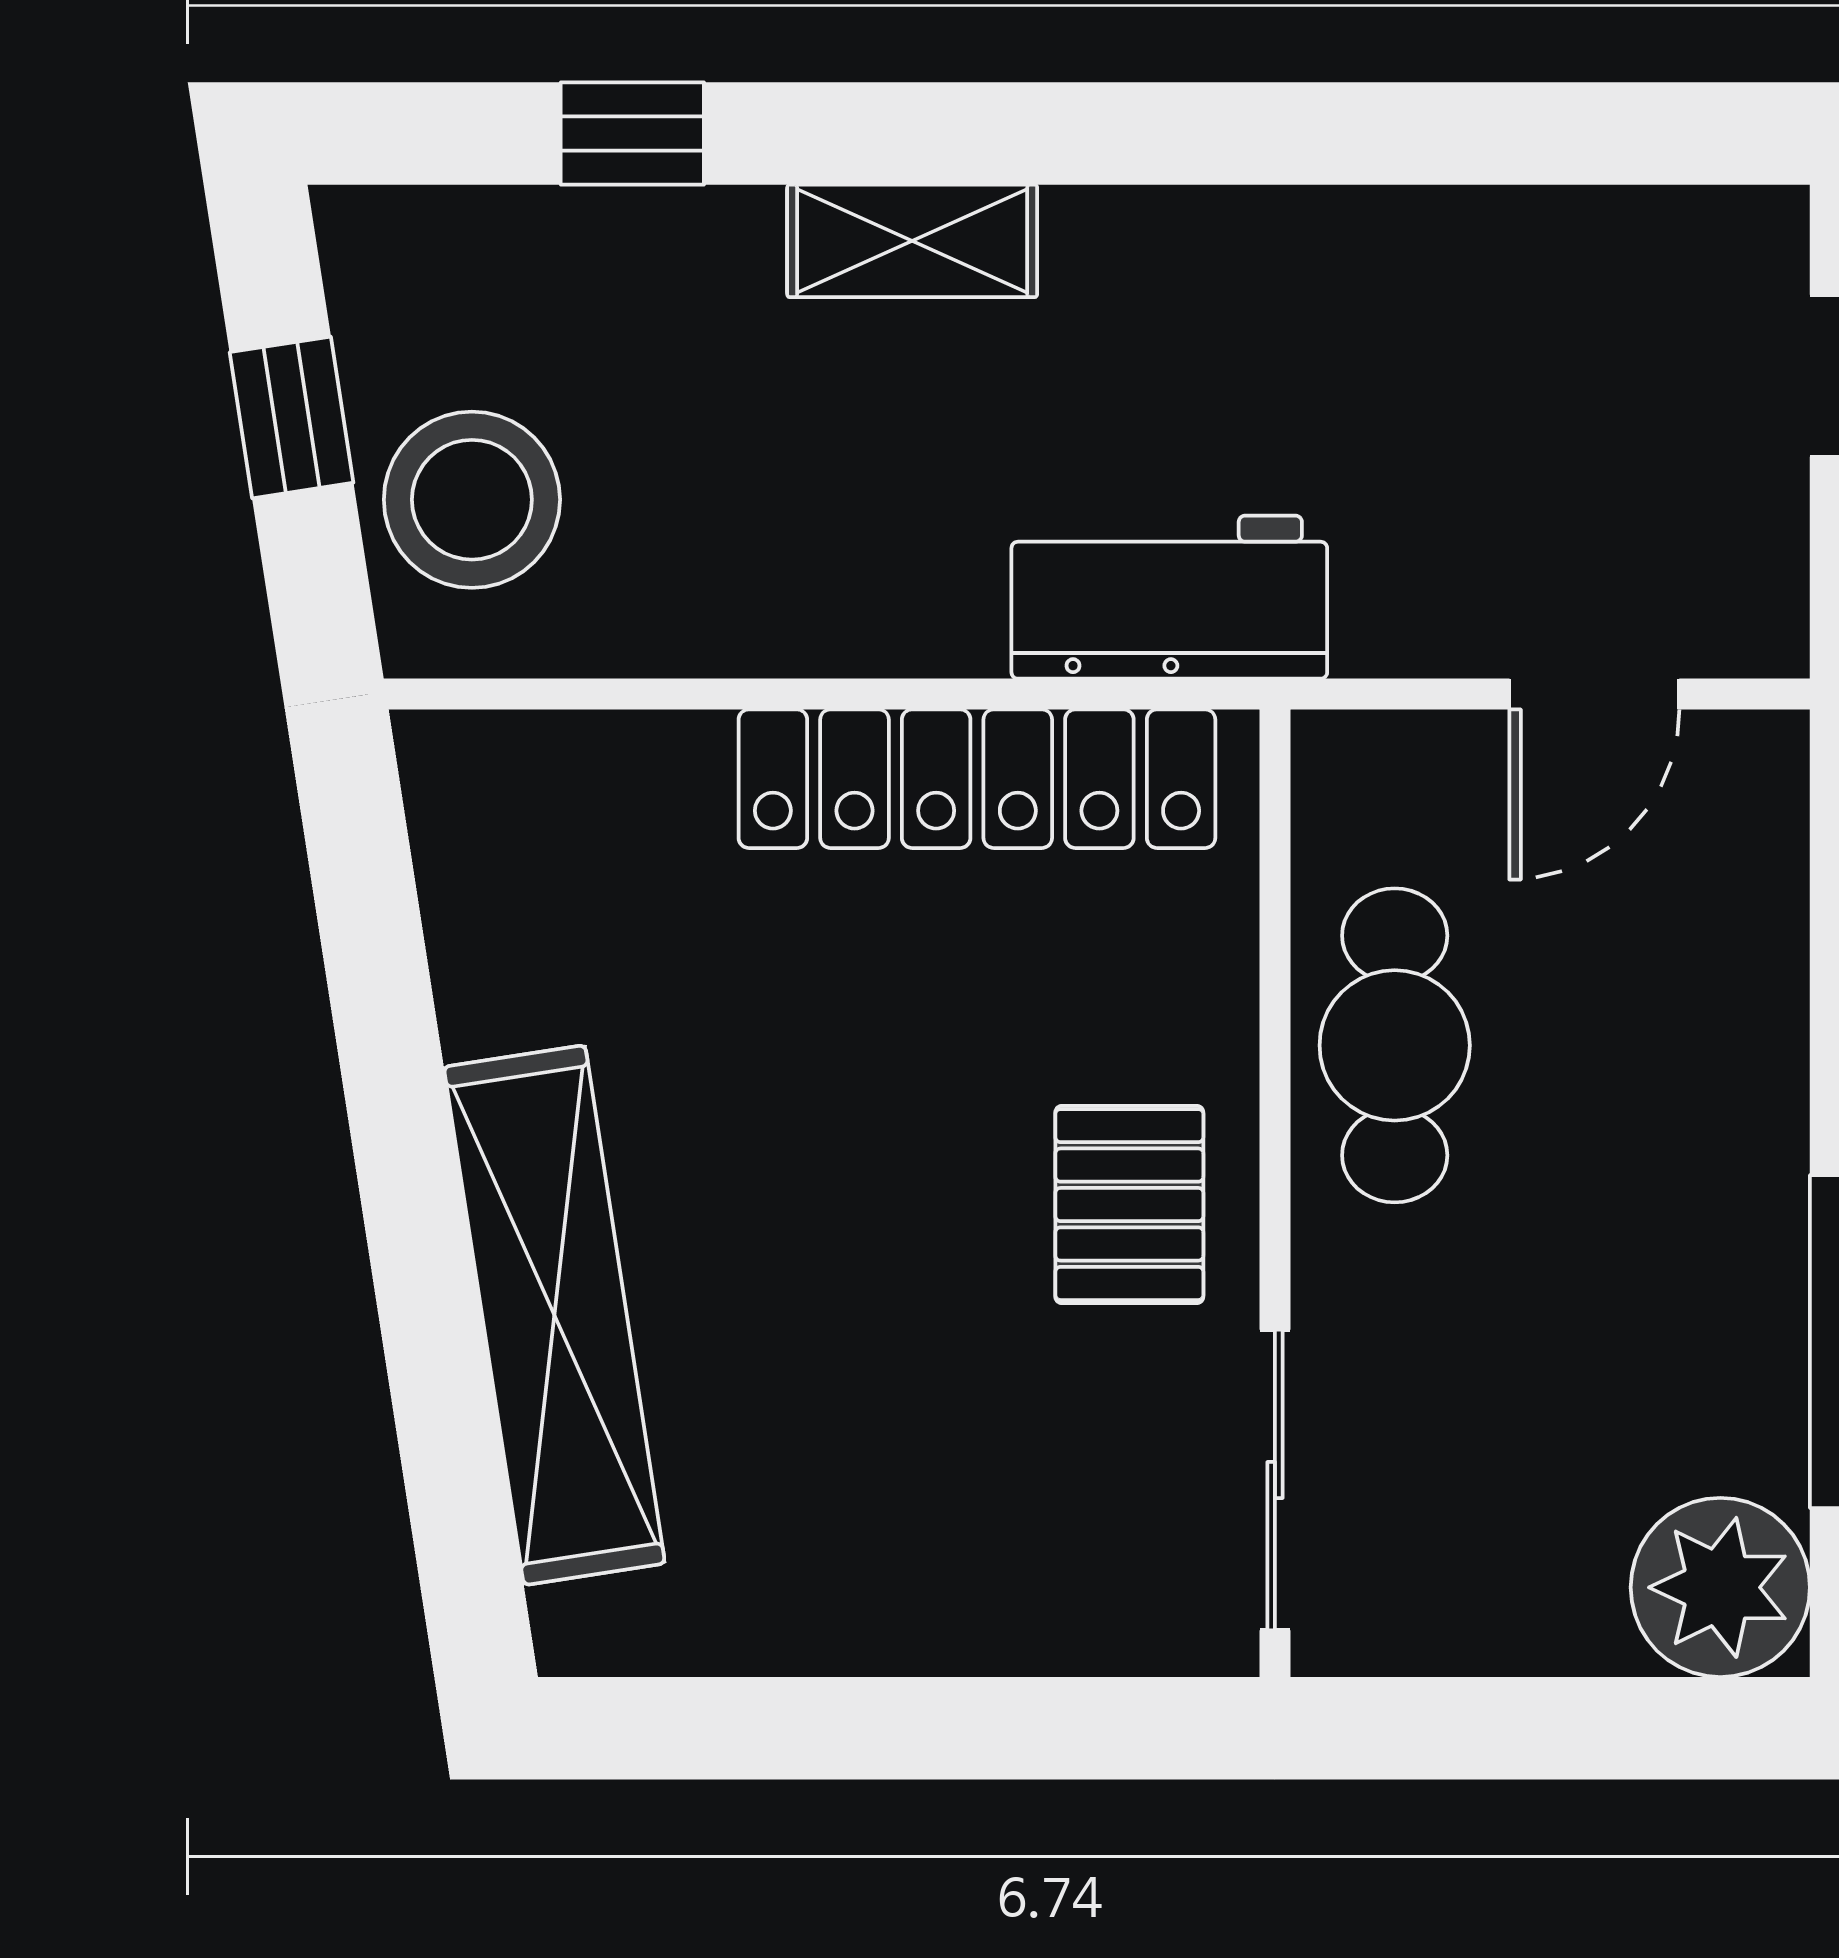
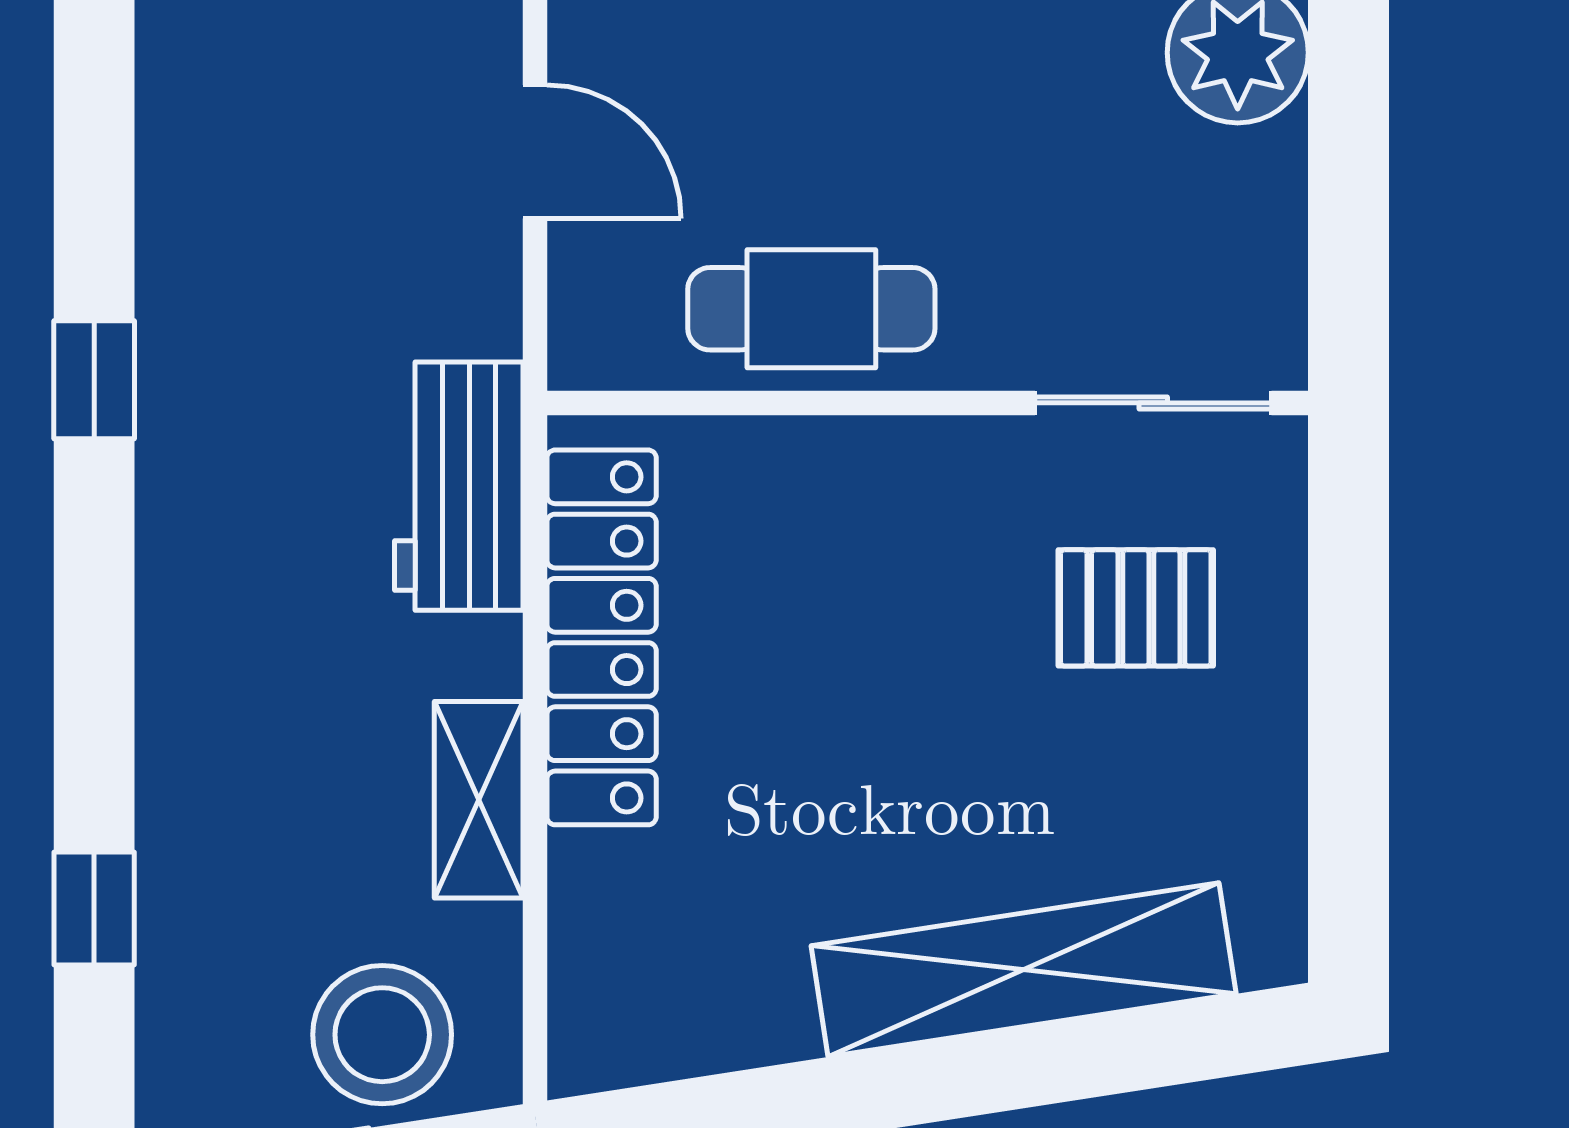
window: (1305, 133) -> (94, 380), added
shelving: (912, 241) -> (479, 800), moved
pallet: (1129, 1205) -> (1136, 608), moved

